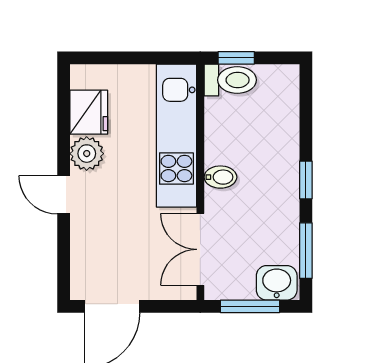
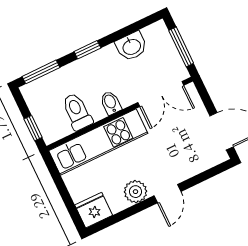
toilet: (230, 80) -> (77, 112), moved
fridge: (89, 112) -> (94, 210), moved
window: (306, 251) -> (41, 72), moved
washbasin: (277, 283) -> (131, 46), moved, turned -90

